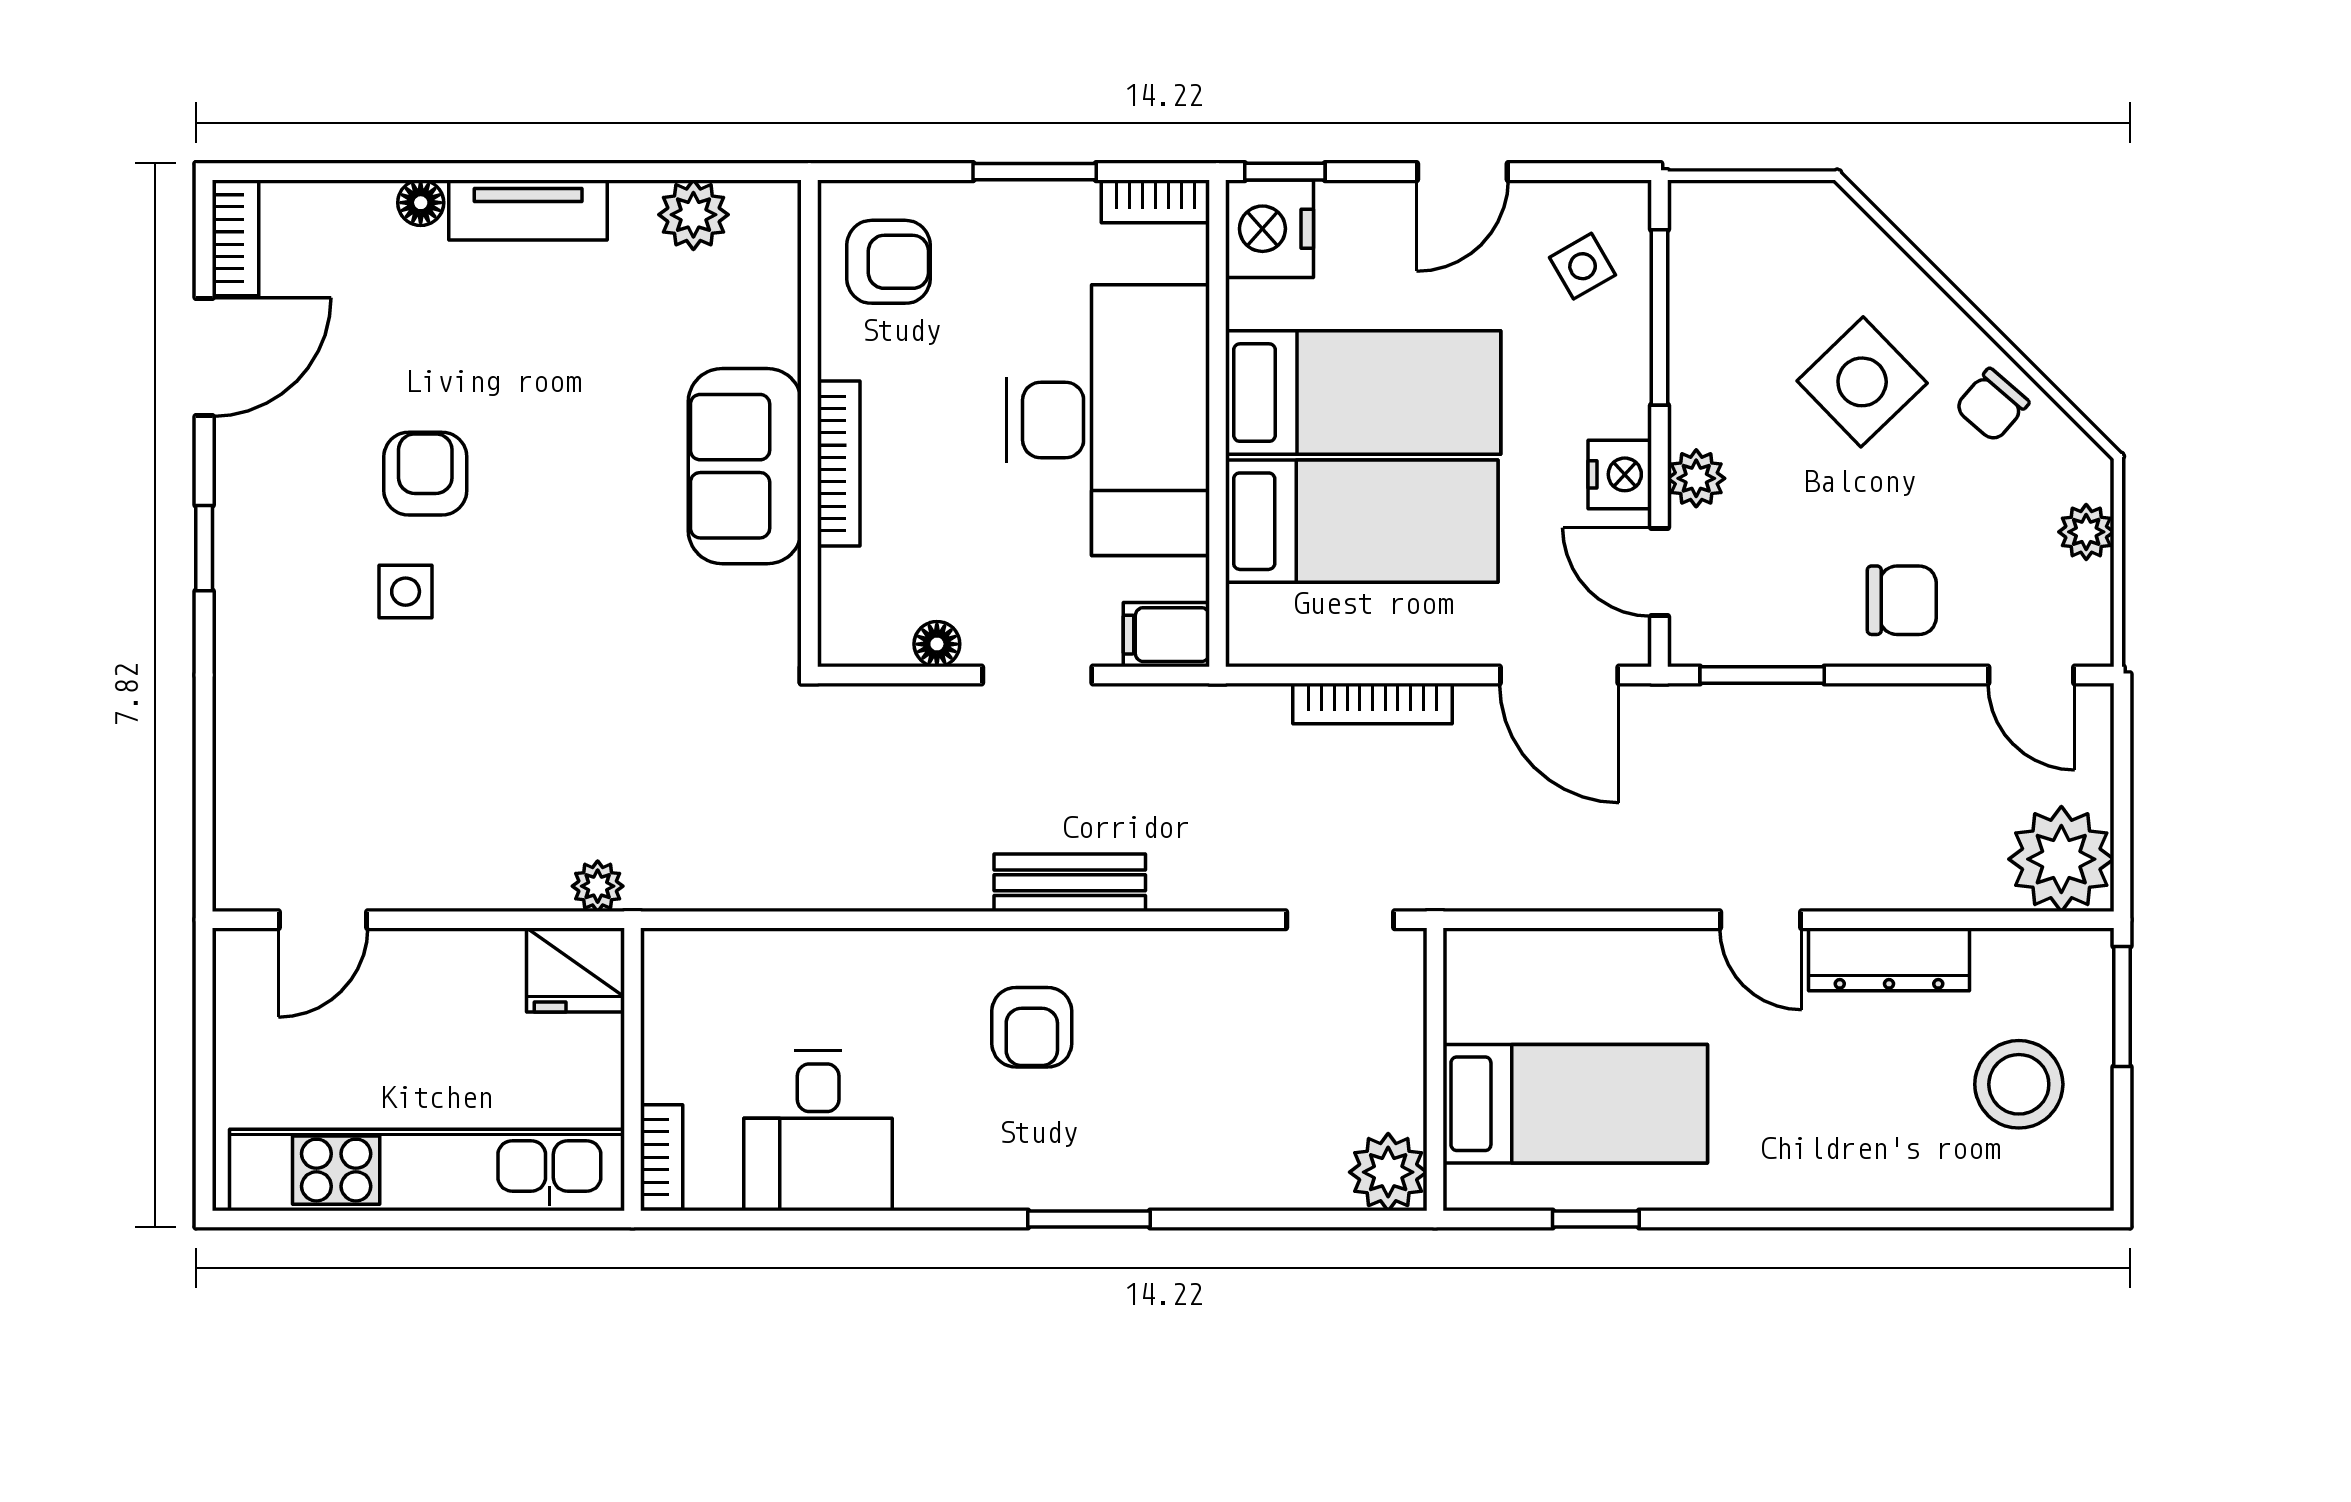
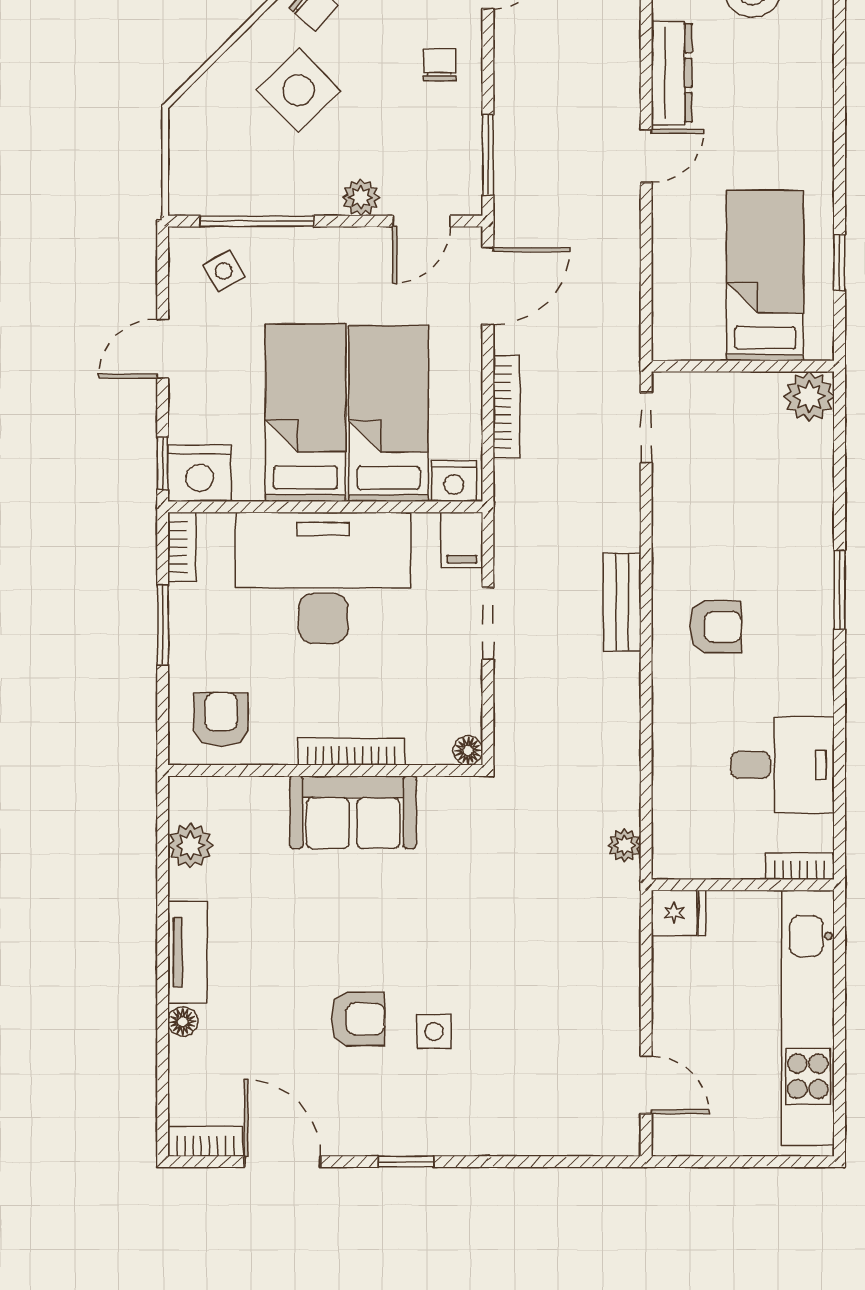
door: (1462, 172) -> (163, 349), swing flipped
armchair: (425, 474) -> (358, 1019), turned 180
nightstand: (1620, 474) -> (454, 481), moved, turned 180
chair: (1902, 600) -> (440, 65), width x0.73, depth x0.73
floor lamp: (937, 644) -> (468, 751), moved
plant: (598, 886) -> (624, 845), moved
fridge: (576, 970) -> (679, 913), width x0.72

